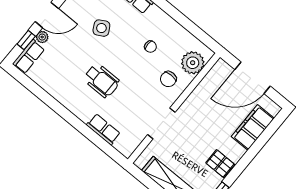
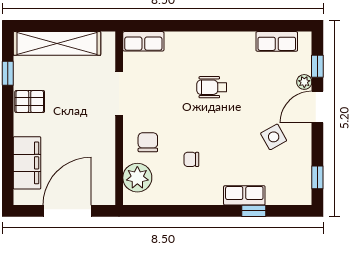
side table: (101, 28) -> (274, 137), moved
row of seats: (29, 56) -> (277, 41), moved, turned -90
wheelchair: (102, 81) -> (212, 87), width x0.73, depth x0.73
row of seats: (103, 129) -> (143, 41), moved

